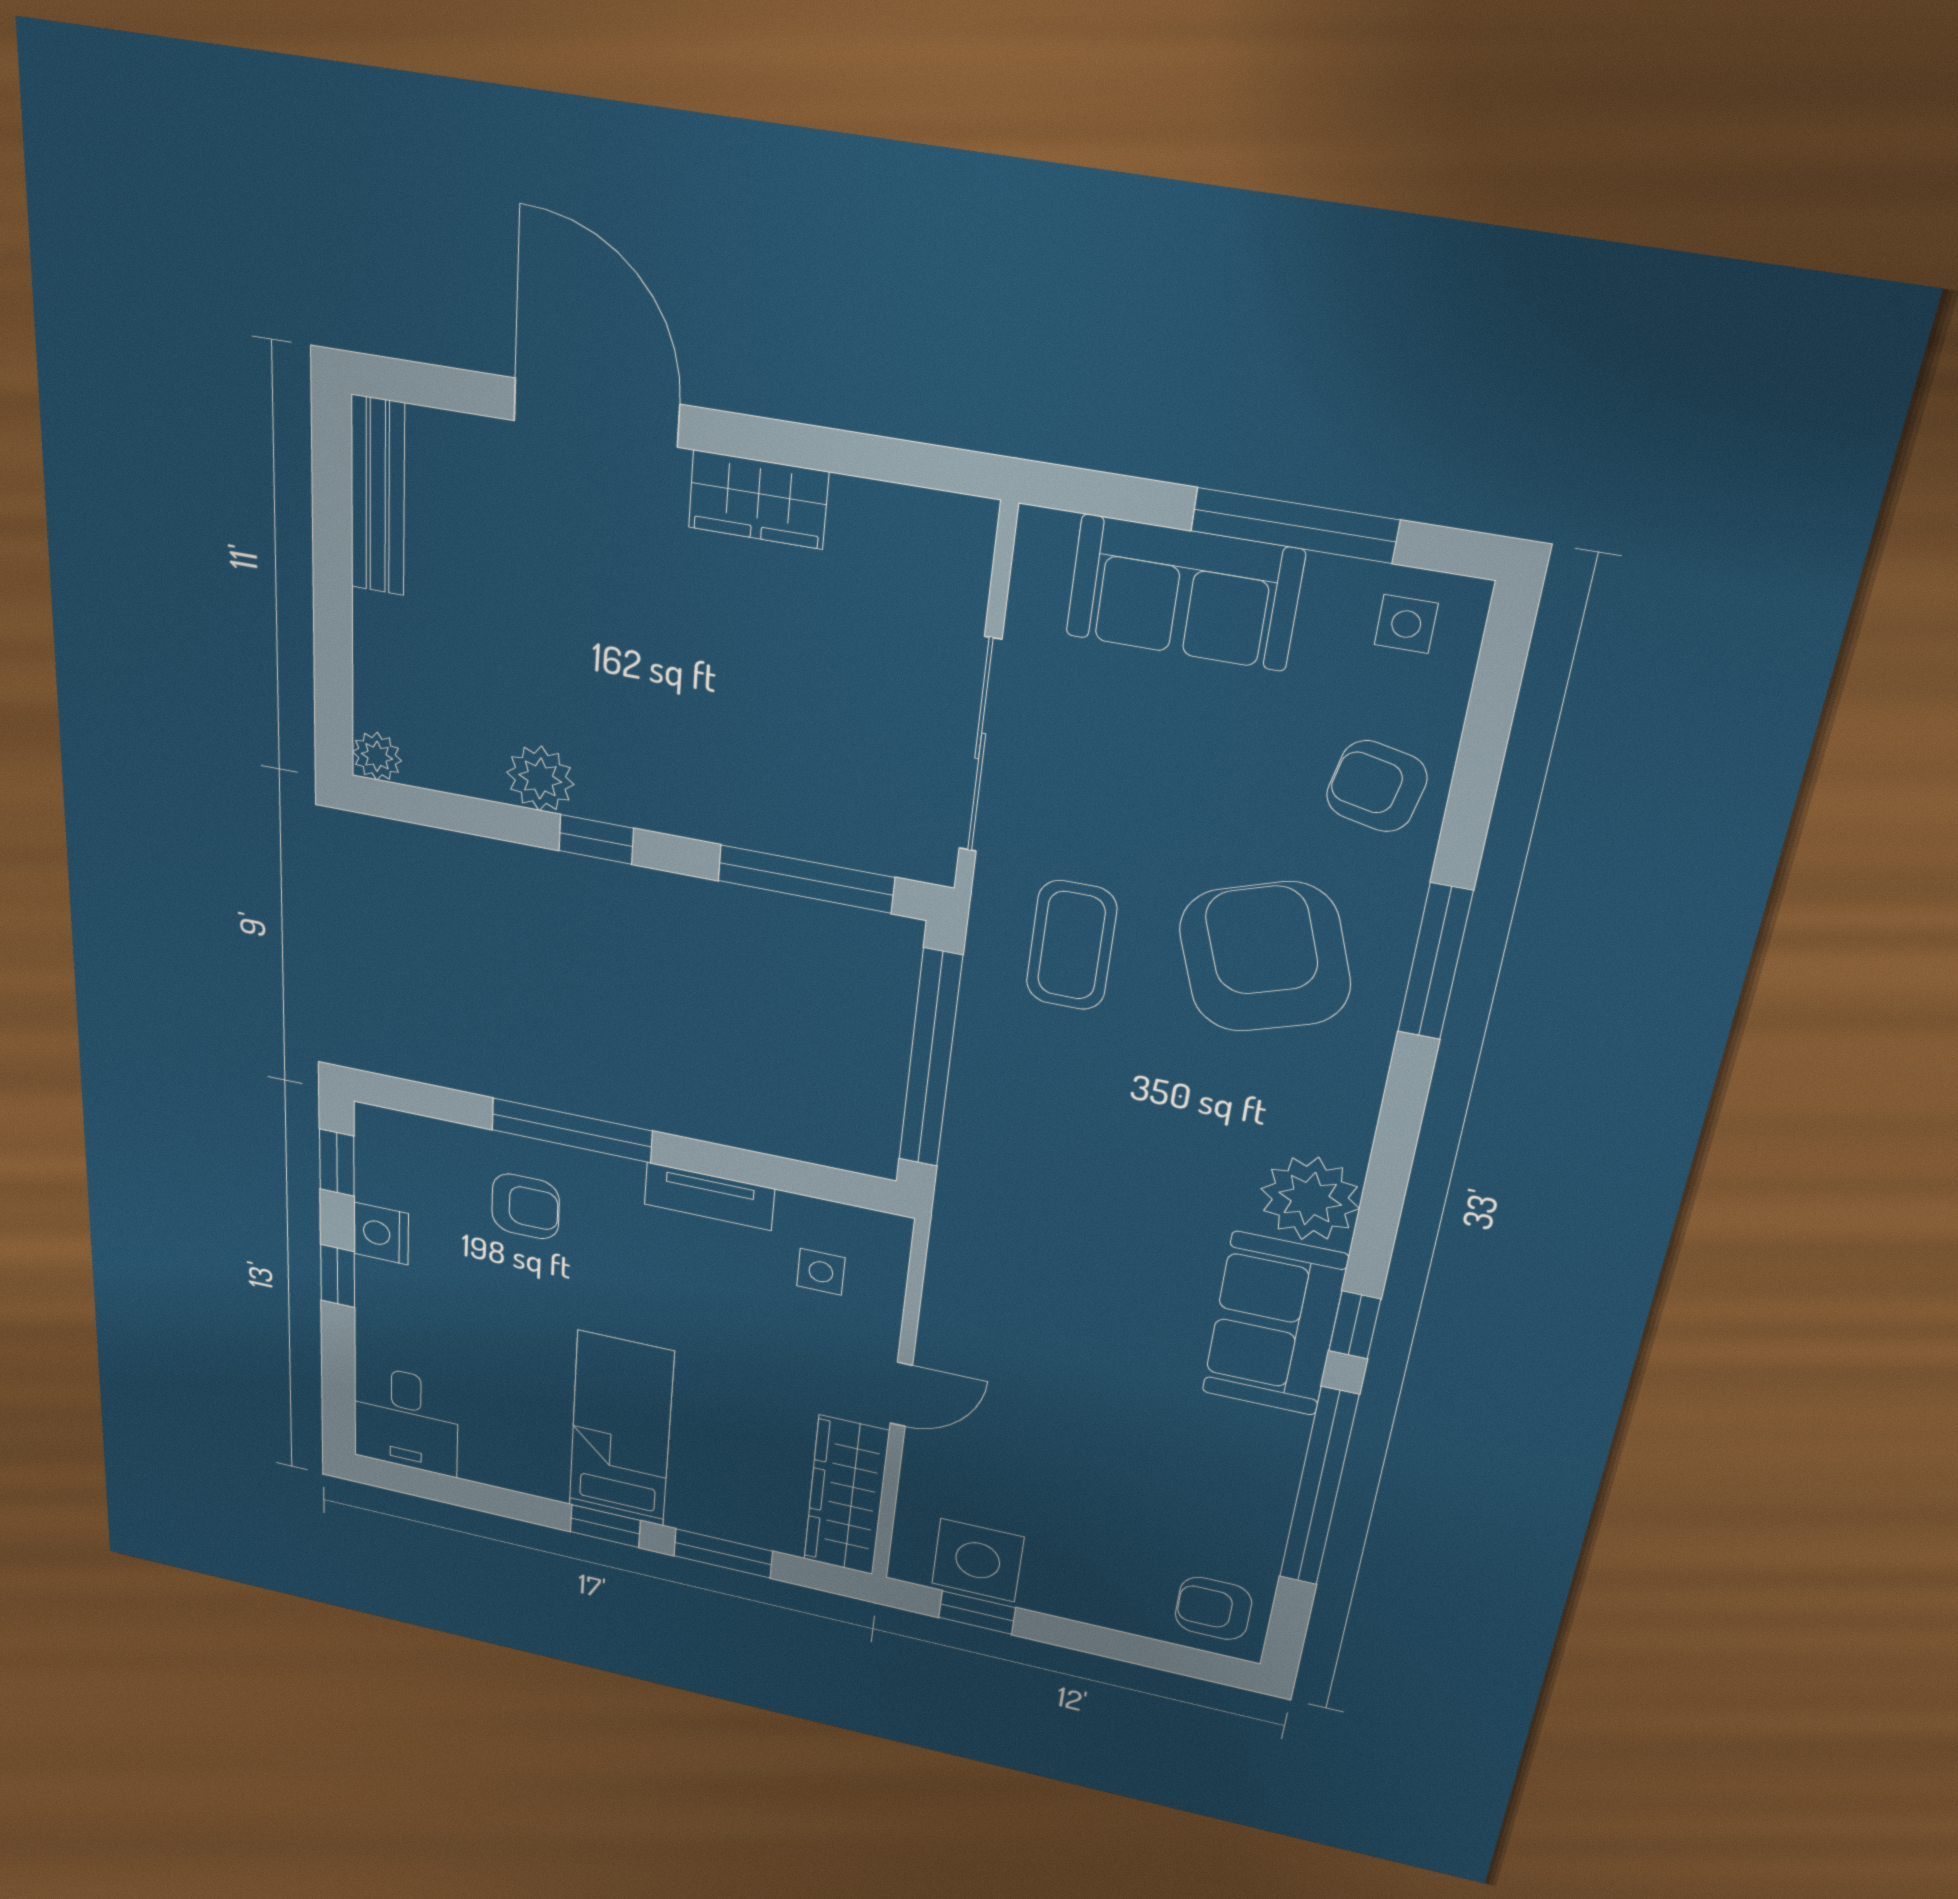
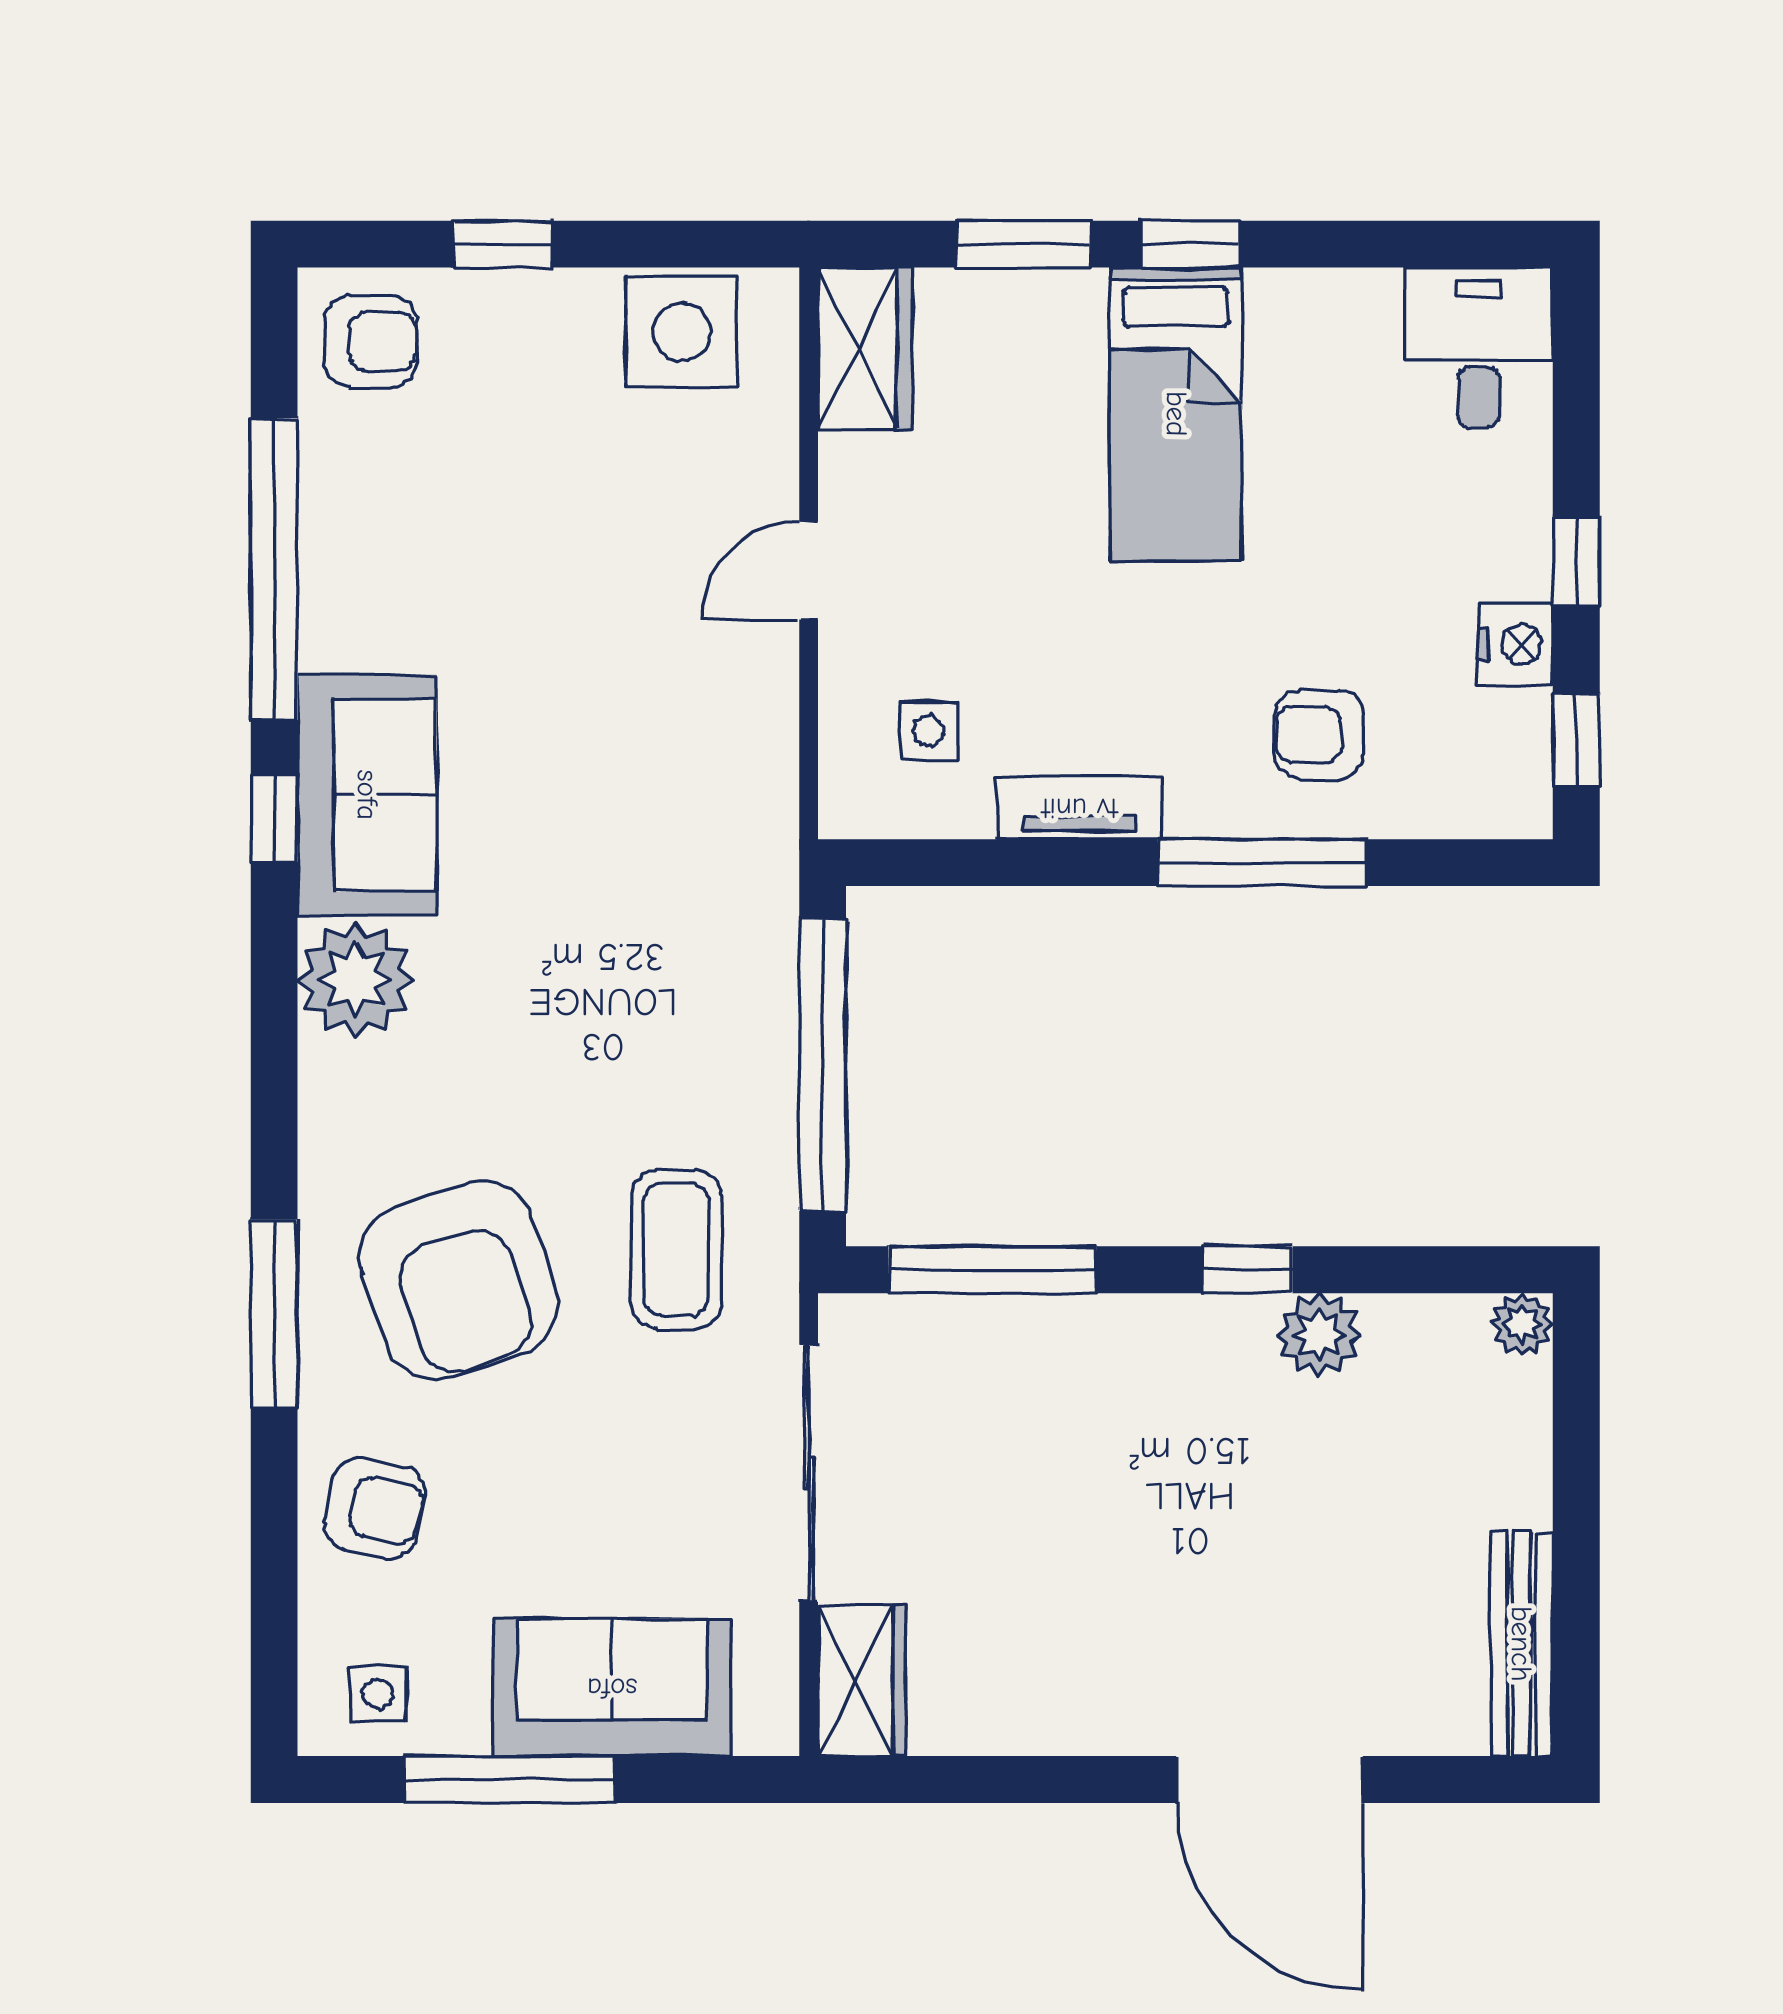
wardrobe: (758, 500) -> (862, 1680), moved, turned 90
wardrobe: (846, 1496) -> (865, 348), width x0.67
window: (977, 1613) -> (503, 244), moved

